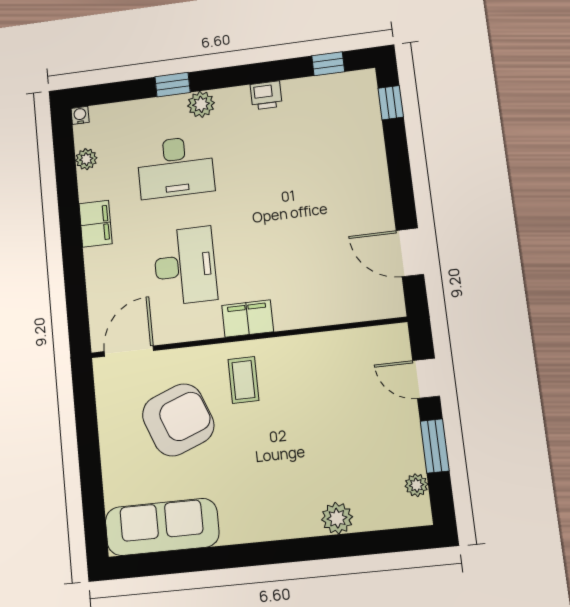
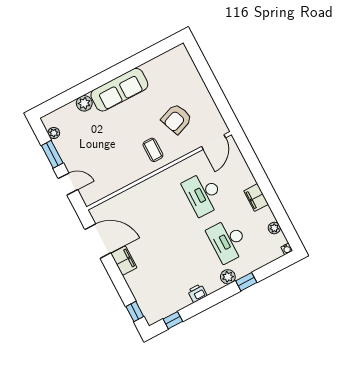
desk: (175, 167) -> (228, 241), turned -90
door: (410, 252) -> (98, 241), width x1.36
filing cabinet: (248, 318) -> (124, 261), moved, turned -90
armchair: (178, 420) -> (177, 119), width x0.73, depth x0.73
sofa: (162, 527) -> (119, 90), moved

